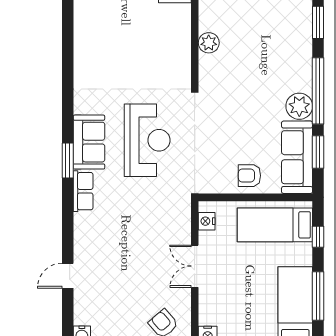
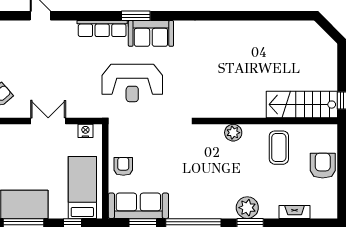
plant: (299, 106) -> (247, 208), moved
reception desk: (147, 140) -> (132, 83), moved
row of seats: (83, 191) -> (102, 29), width x1.48

